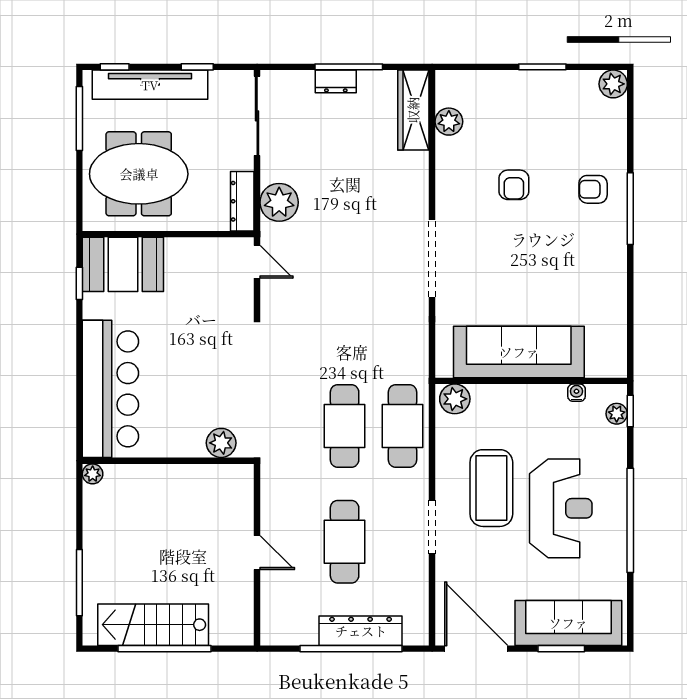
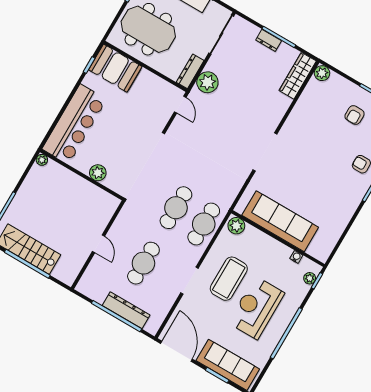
plant: (449, 122) -> (322, 73), moved
armchair: (514, 185) -> (355, 115), moved
plant: (221, 443) -> (98, 173), moved
reception desk: (561, 508) -> (256, 308), turned 180

